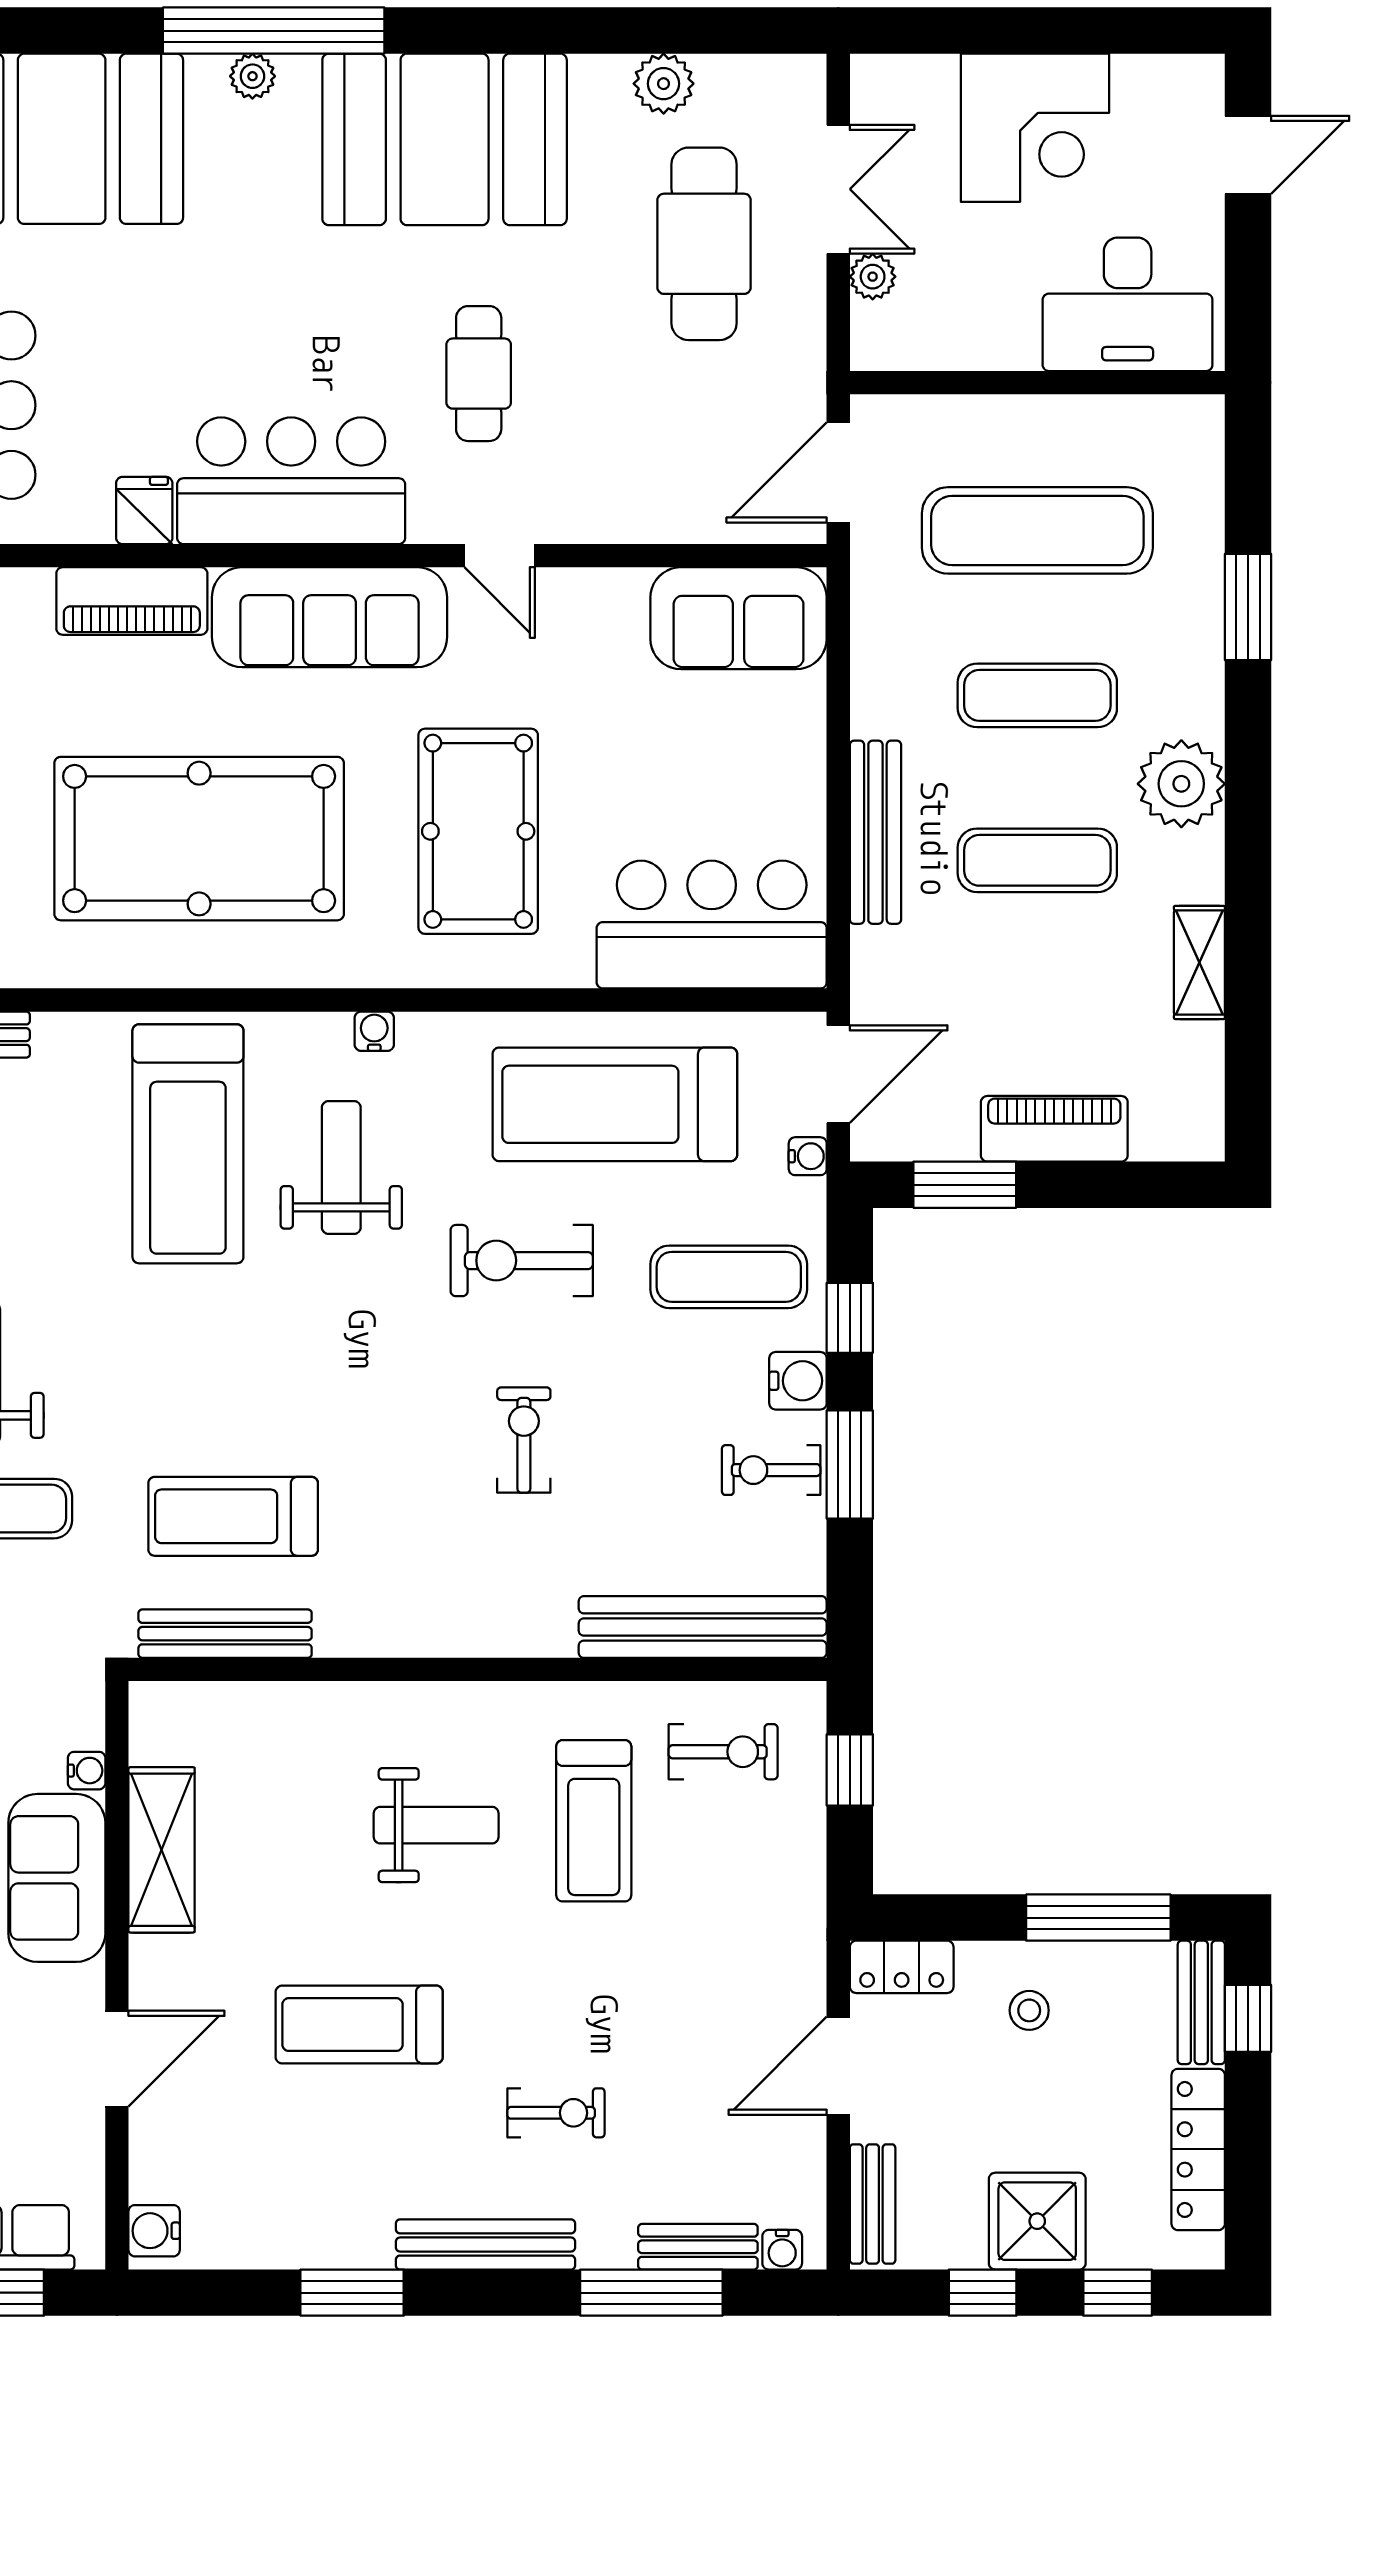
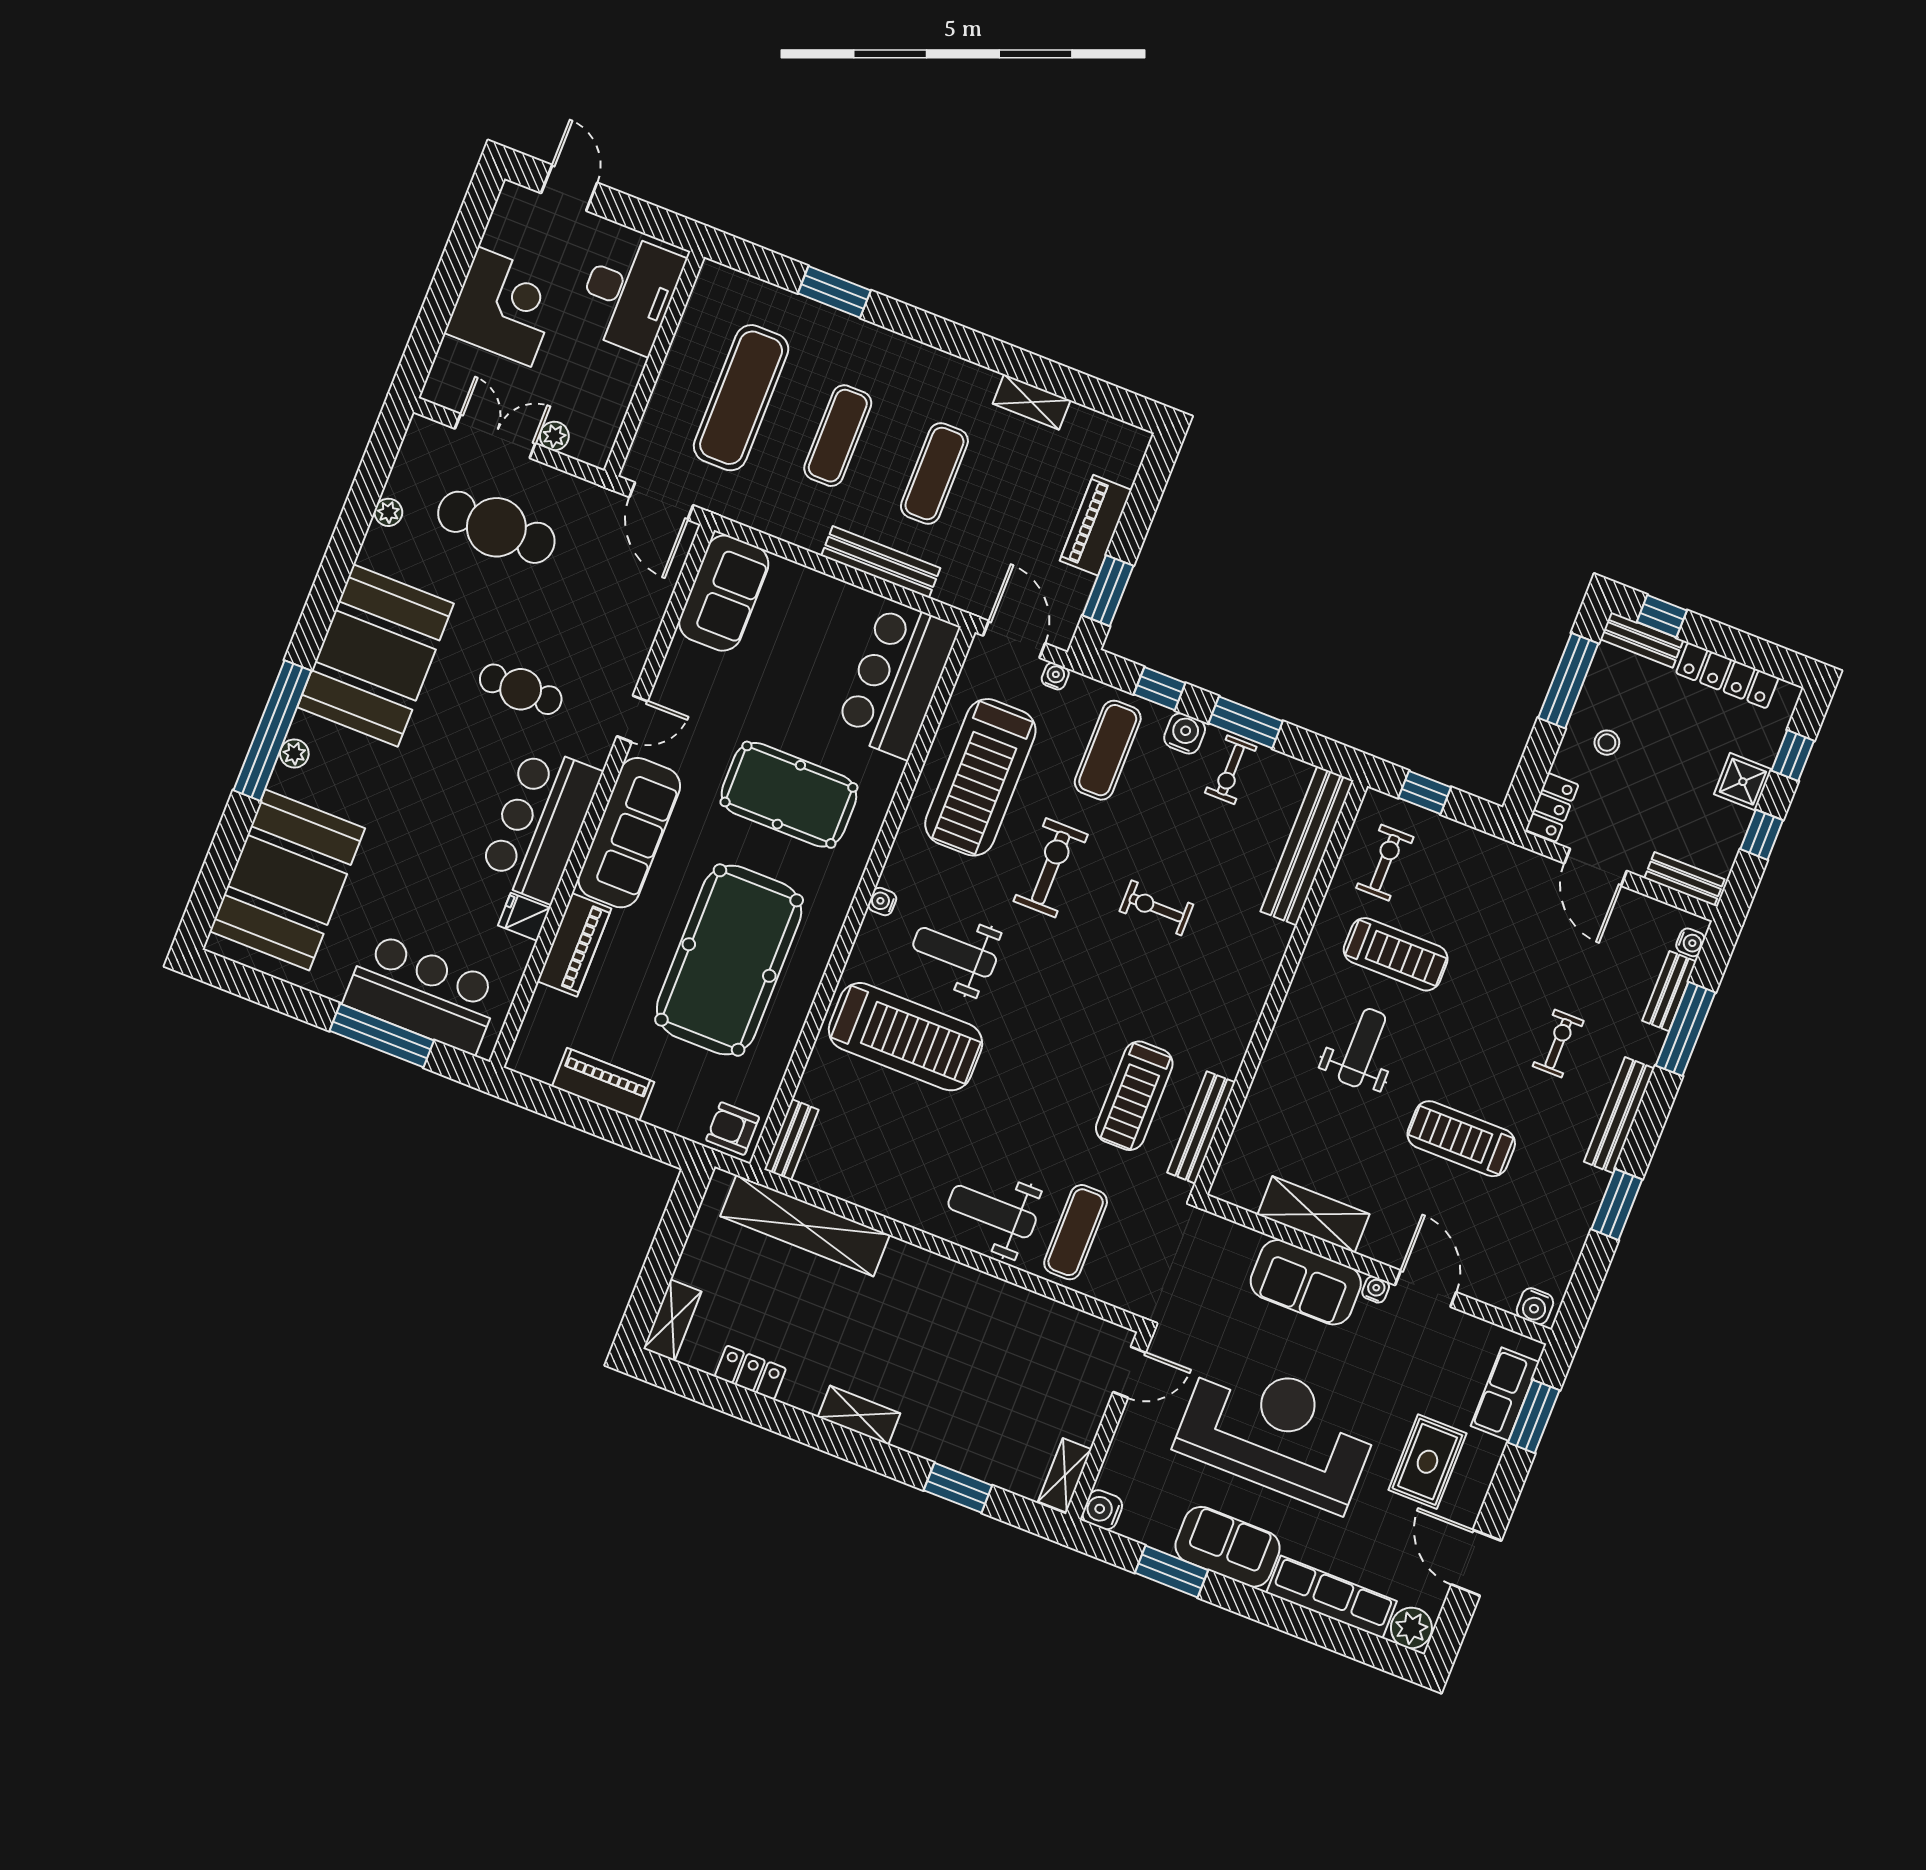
plant: (664, 84) -> (388, 512), width x0.73, depth x0.73
plant: (1181, 784) -> (923, 372), removed
exercise bike: (522, 1261) -> (1051, 868), turned 180
water cooler: (87, 1771) -> (1376, 1289), moved
treadmill: (359, 2025) -> (1461, 1139), turned 90
shower: (1037, 2221) -> (1743, 782), width x0.73, depth x0.73

